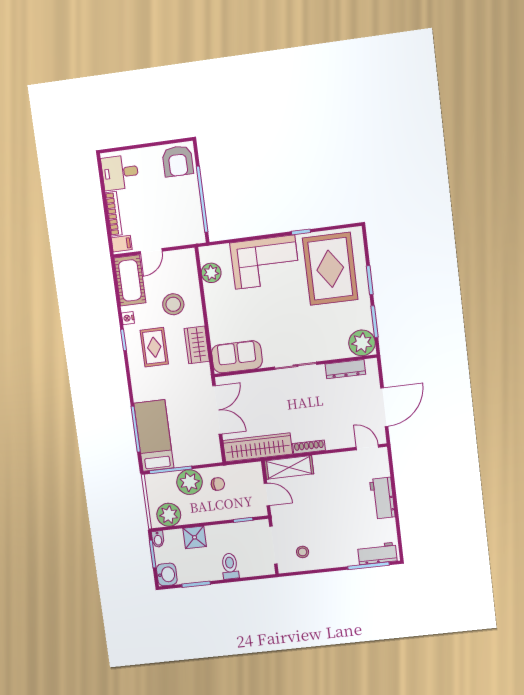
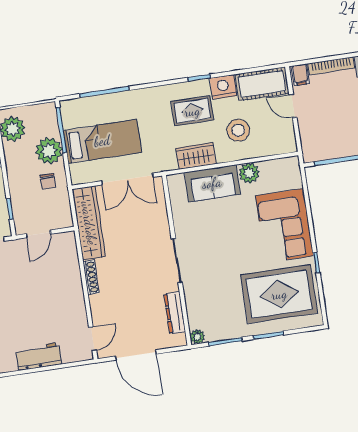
plant: (211, 273) -> (249, 173), moved
nightstand: (128, 318) -> (223, 87), width x1.89, depth x1.79
plant: (362, 343) -> (197, 337), width x0.53, depth x0.53
sofa: (237, 357) -> (212, 183), moved, turned 90
bed: (154, 436) -> (102, 141), moved
shelving: (289, 467) -> (68, 257), removed

